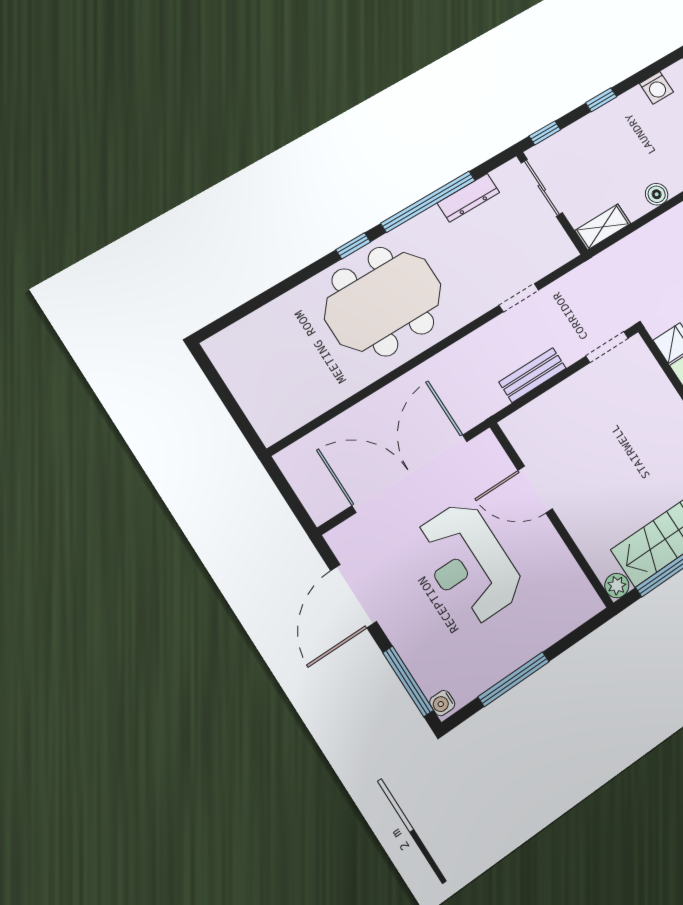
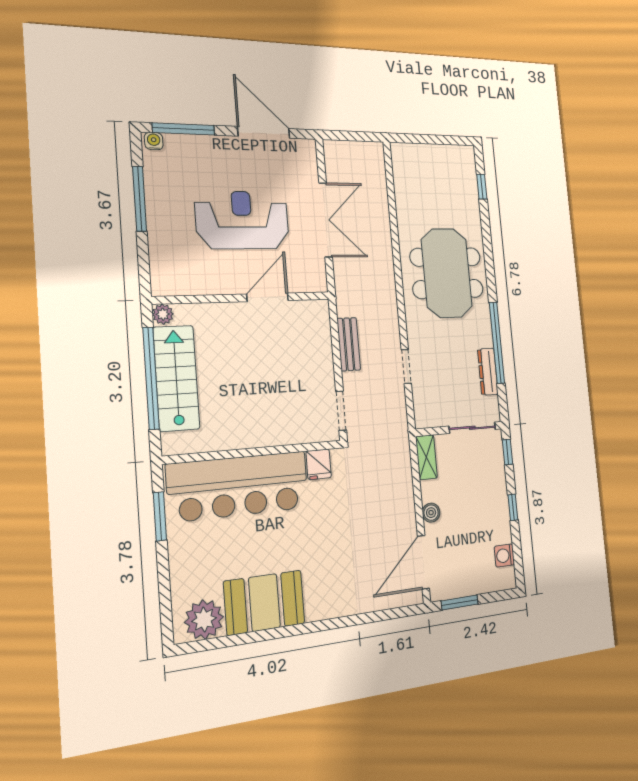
window: (353, 246) -> (482, 187), moved
double door: (410, 473) -> (326, 220), width x0.73

